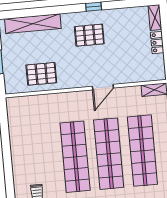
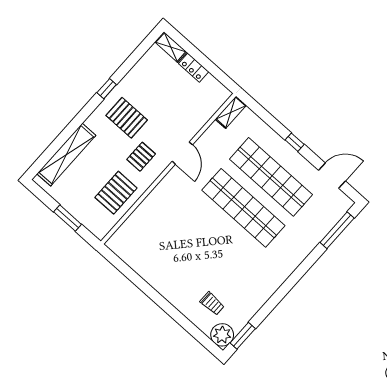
pallet: (89, 35) -> (127, 118), turned 90
pallet: (76, 66) -> (141, 157), added
shop shelf: (75, 157) -> (216, 239), removed

